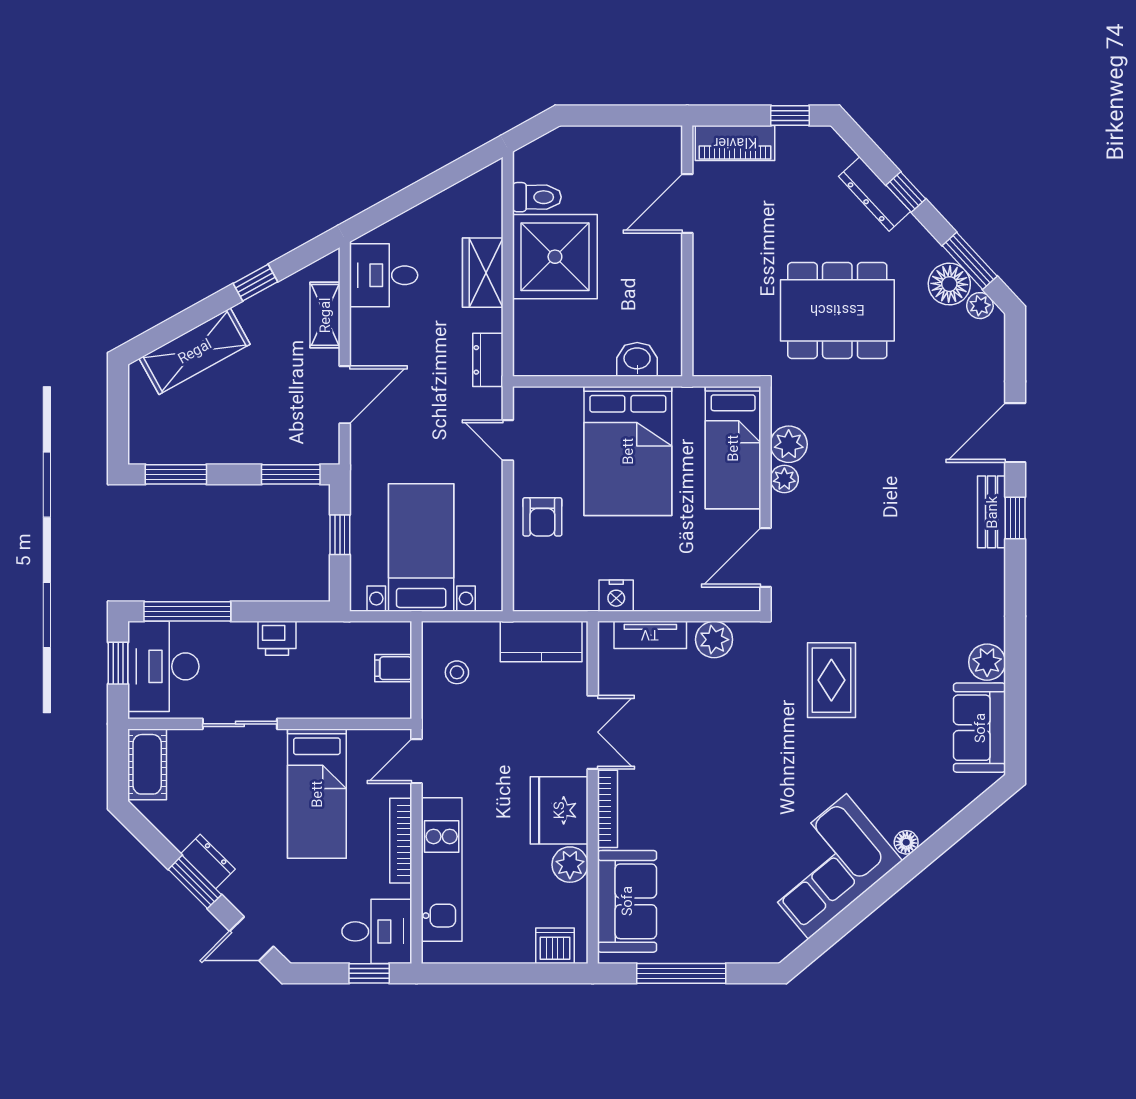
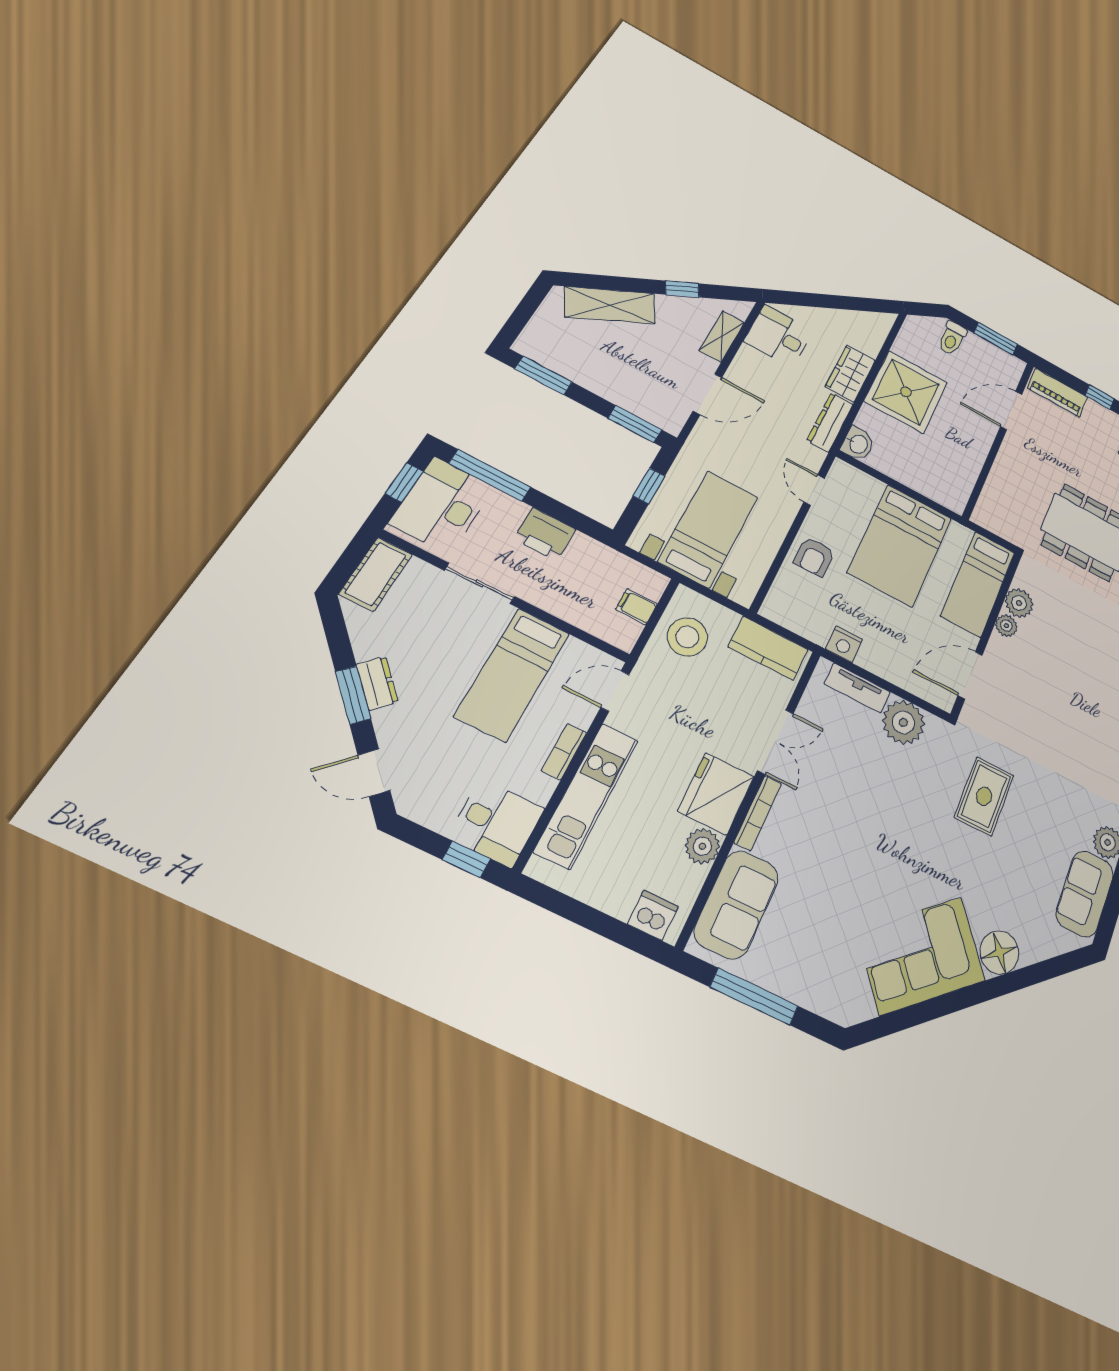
window: (631, 115) -> (996, 339), added
toilet: (537, 197) -> (952, 338), moved, turned 90
washbasin: (637, 359) -> (858, 444), moved, turned 90
dresser: (488, 360) -> (830, 422), width x1.44
printer: (277, 638) -> (545, 534), width x1.36, depth x1.24
plant: (714, 640) -> (903, 722), width x1.36, depth x1.36
stool: (457, 672) -> (687, 637), width x1.89, depth x1.89
bookcase: (401, 841) -> (564, 752), width x0.64
floor lamp: (906, 842) -> (999, 953), width x1.89, depth x1.89

